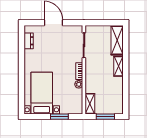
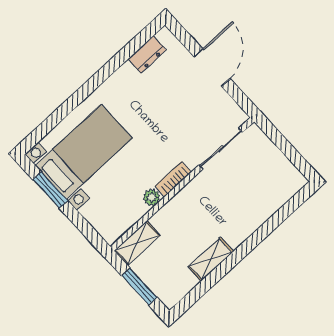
shelving: (117, 40) -> (277, 194), removed
shelving: (118, 66) -> (211, 259), moved
window: (59, 117) -> (50, 190), moved

